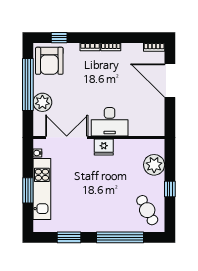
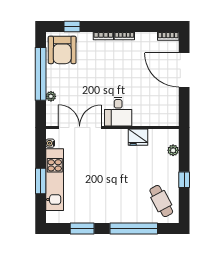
plant: (42, 102) -> (51, 96), width x0.53, depth x0.53
desk: (110, 122) -> (118, 112), width x0.73
fridge: (104, 147) -> (138, 137), moved
plant: (154, 165) -> (173, 150), width x0.53, depth x0.53

